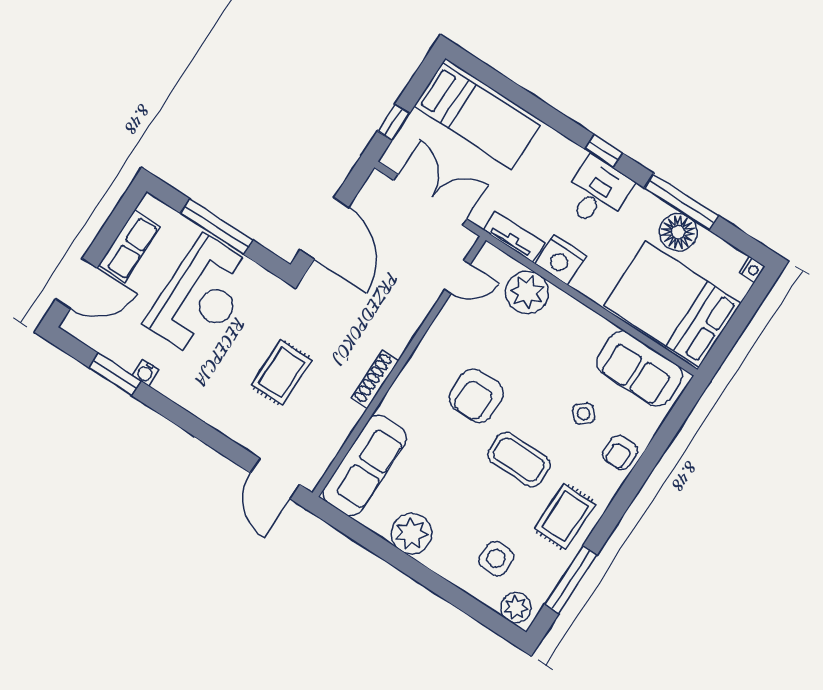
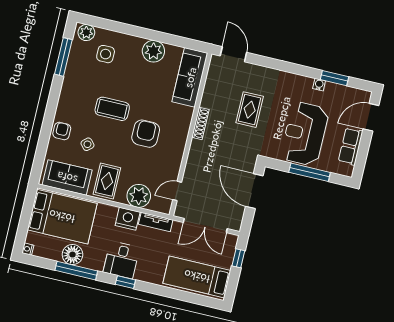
rug: (565, 516) -> (107, 181), moved

